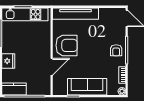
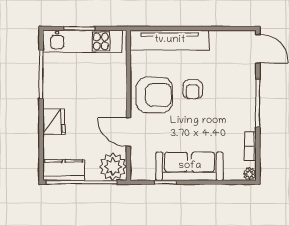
armchair: (116, 50) -> (193, 89), moved
door: (52, 67) -> (128, 132), swing flipped
plant: (43, 87) -> (113, 167), added

